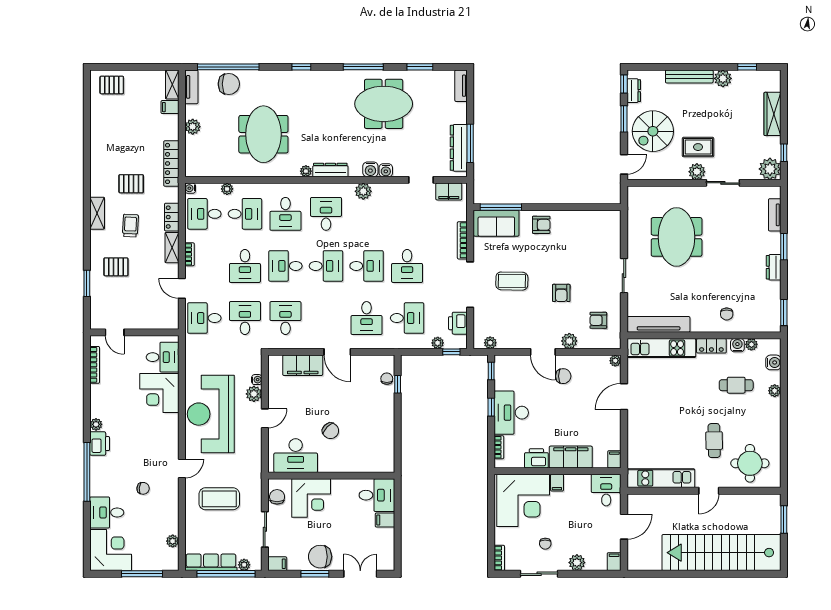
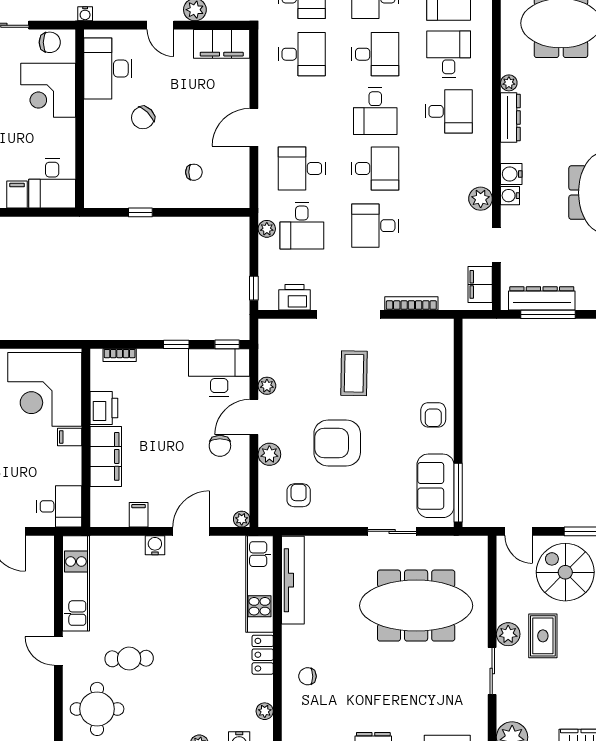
plant: (363, 191) -> (481, 199), moved
window: (501, 207) -> (458, 493), moved
desk: (285, 214) -> (449, 54), turned 90
sofa: (496, 223) -> (436, 486), moved
meeting table: (677, 237) -> (416, 606), width x1.36
desk: (285, 266) -> (375, 54), turned 90
desk: (367, 266) -> (375, 168), turned -90
sliding door: (624, 276) -> (392, 531), moved
armchair: (561, 293) -> (337, 443), width x1.88, depth x1.88
plant: (438, 343) -> (267, 229), moved
plant: (490, 343) -> (267, 386), moved
water cooler: (737, 345) -> (155, 545), moved, turned -90
filing cabinet: (303, 365) -> (222, 44), moved, turned -90
chair: (387, 379) -> (194, 172), moved
water cooler: (257, 380) -> (85, 14), moved
window: (398, 384) -> (140, 212), moved
cafe table: (736, 385) -> (207, 690), removed
door: (624, 397) -> (191, 531), hinge flipped
desk: (511, 413) -> (219, 373), moved
filing cabinet: (614, 459) -> (139, 515), moved, turned -90

